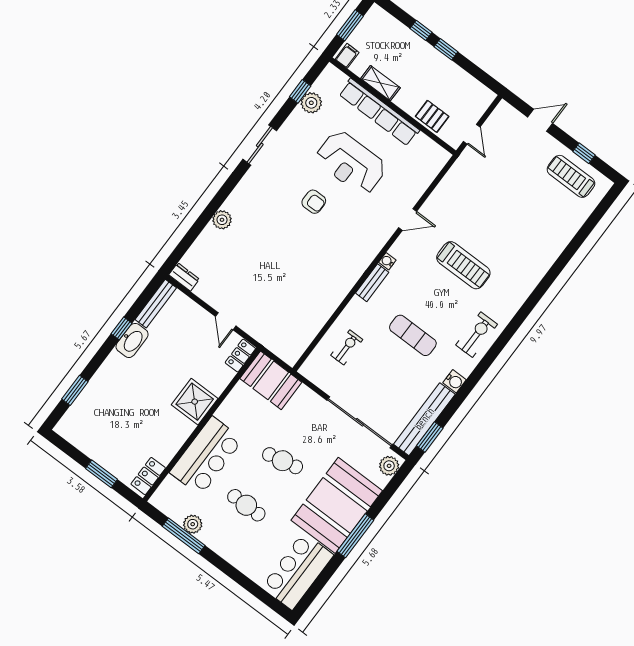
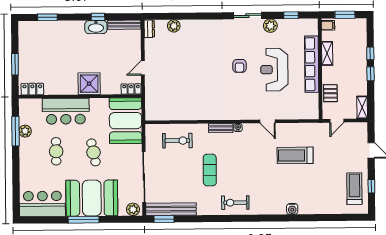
shelving: (479, 91) -> (362, 107), added
plant: (311, 103) -> (270, 26), moved
plant: (222, 220) -> (174, 26), moved
treadmill: (463, 265) -> (295, 155), moved, turned 90
exercise bike: (477, 335) -> (235, 203), turned 180
exercise bike: (347, 347) -> (177, 141), width x1.38, depth x1.39
booth: (271, 380) -> (126, 121), width x1.36, depth x1.42
water cooler: (454, 381) -> (292, 209), moved

